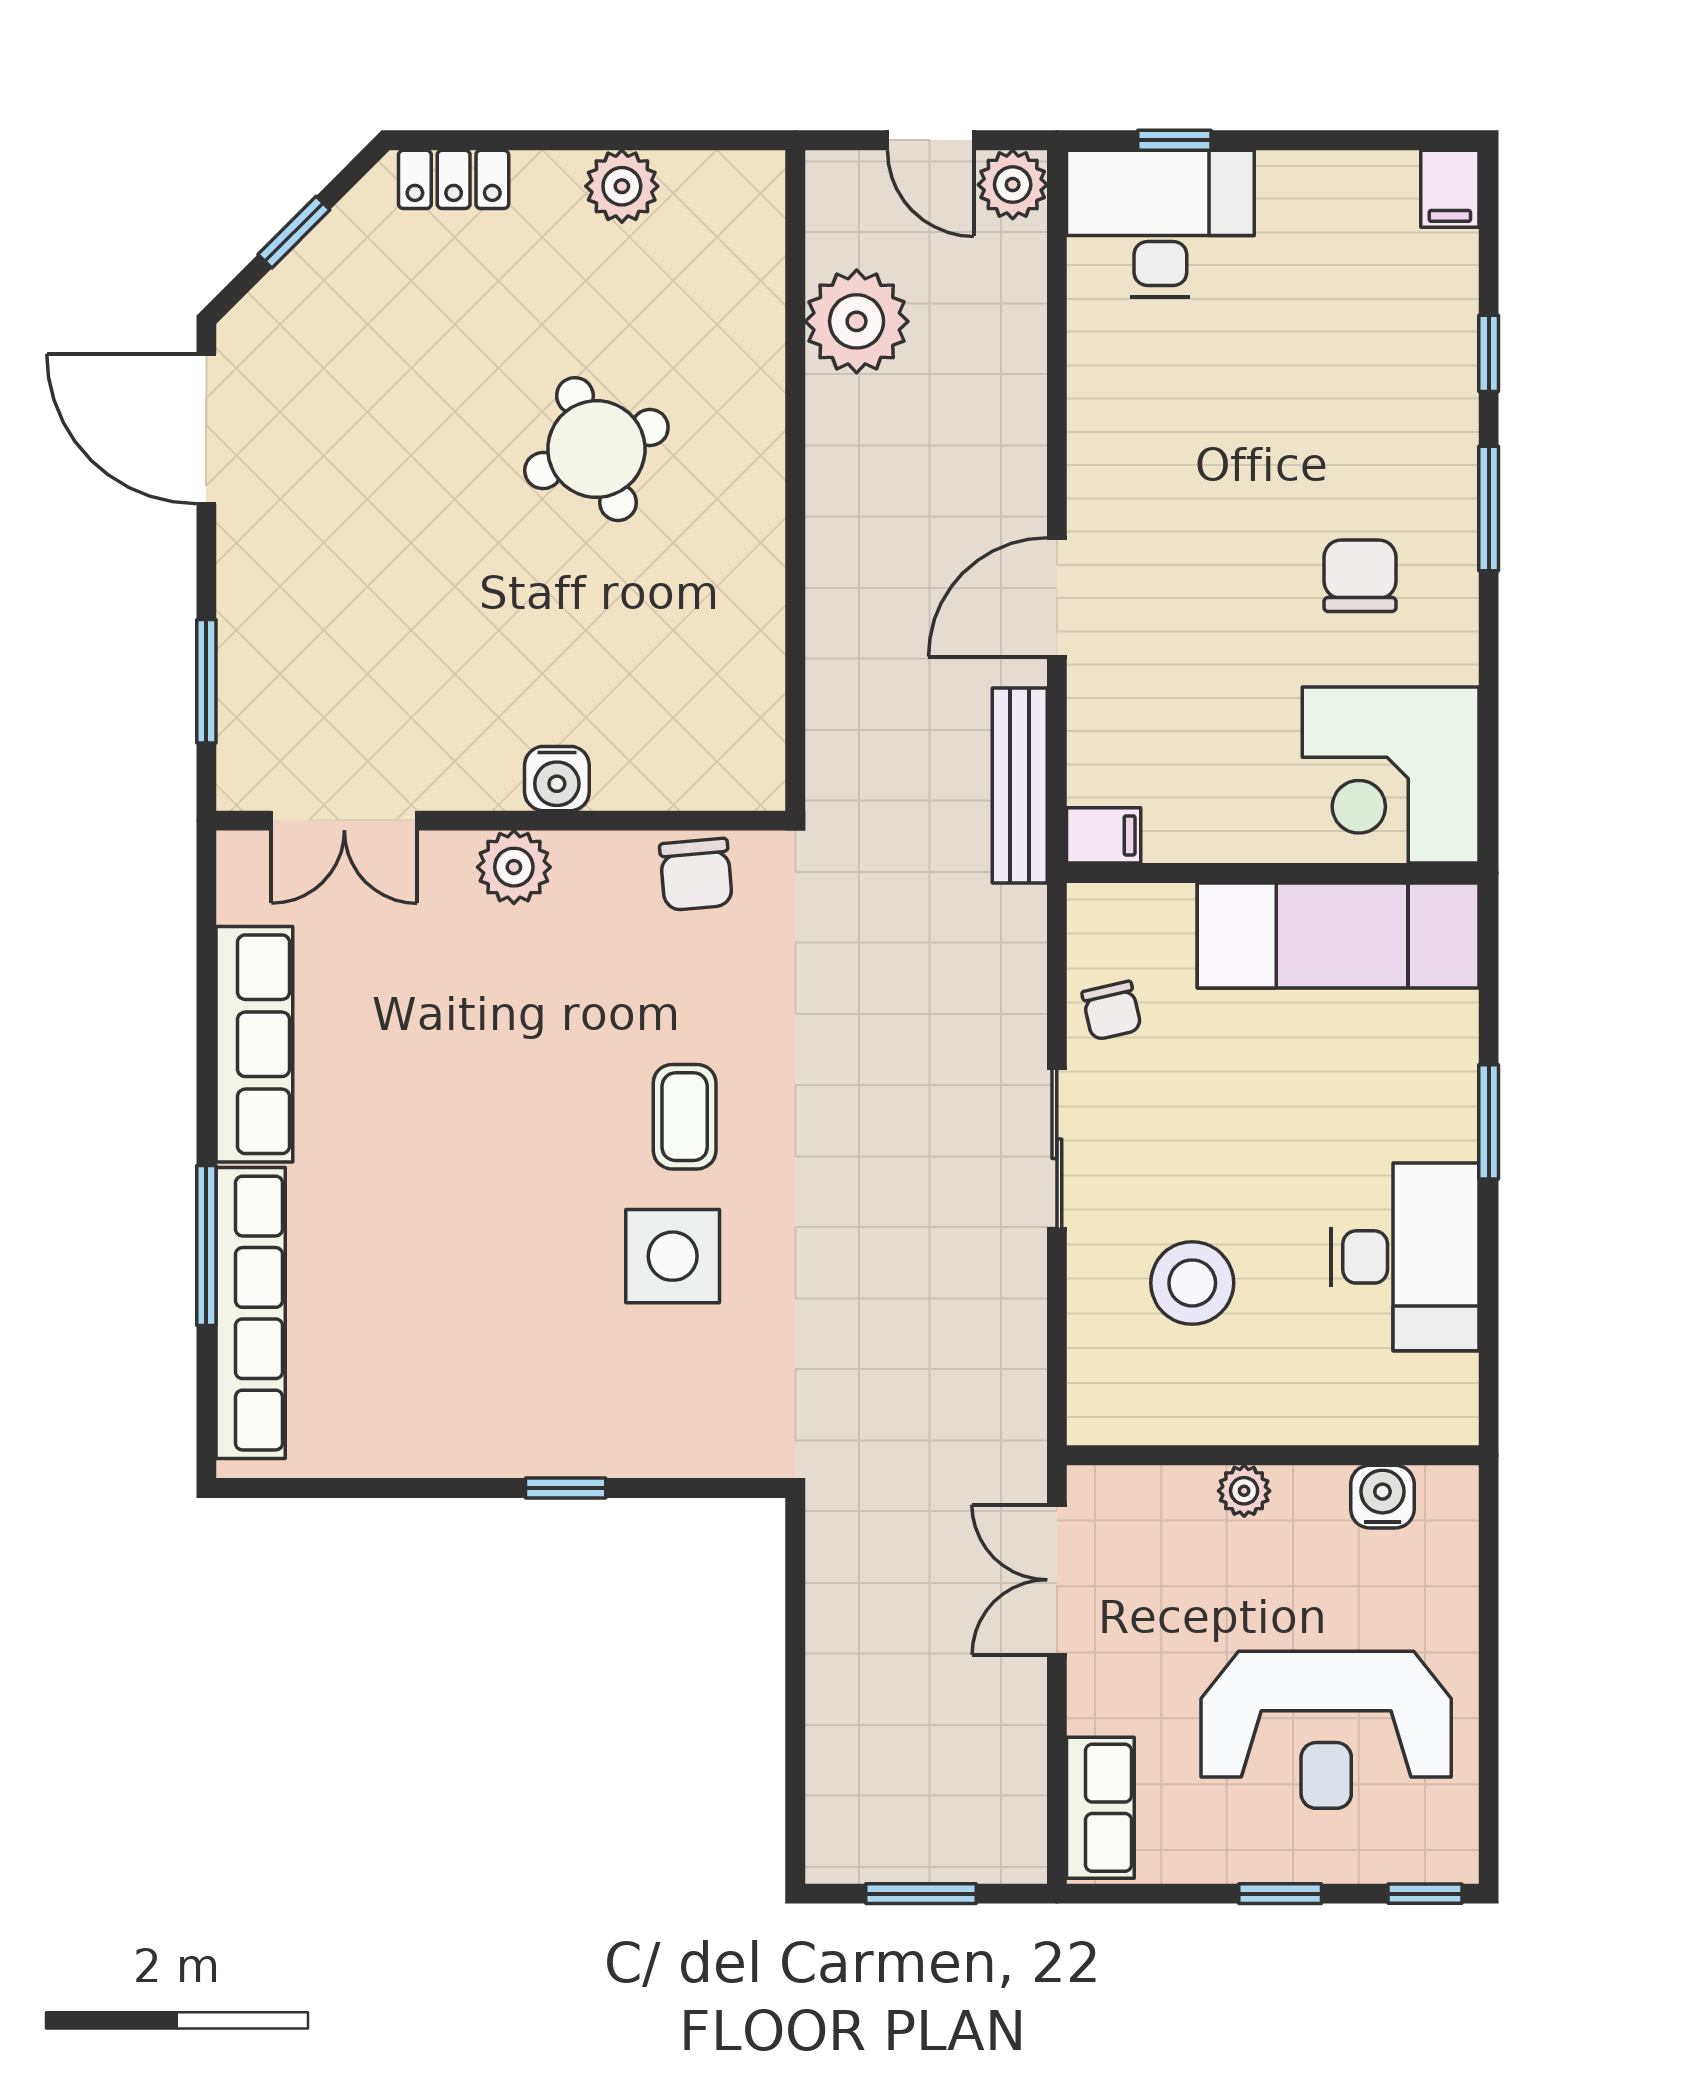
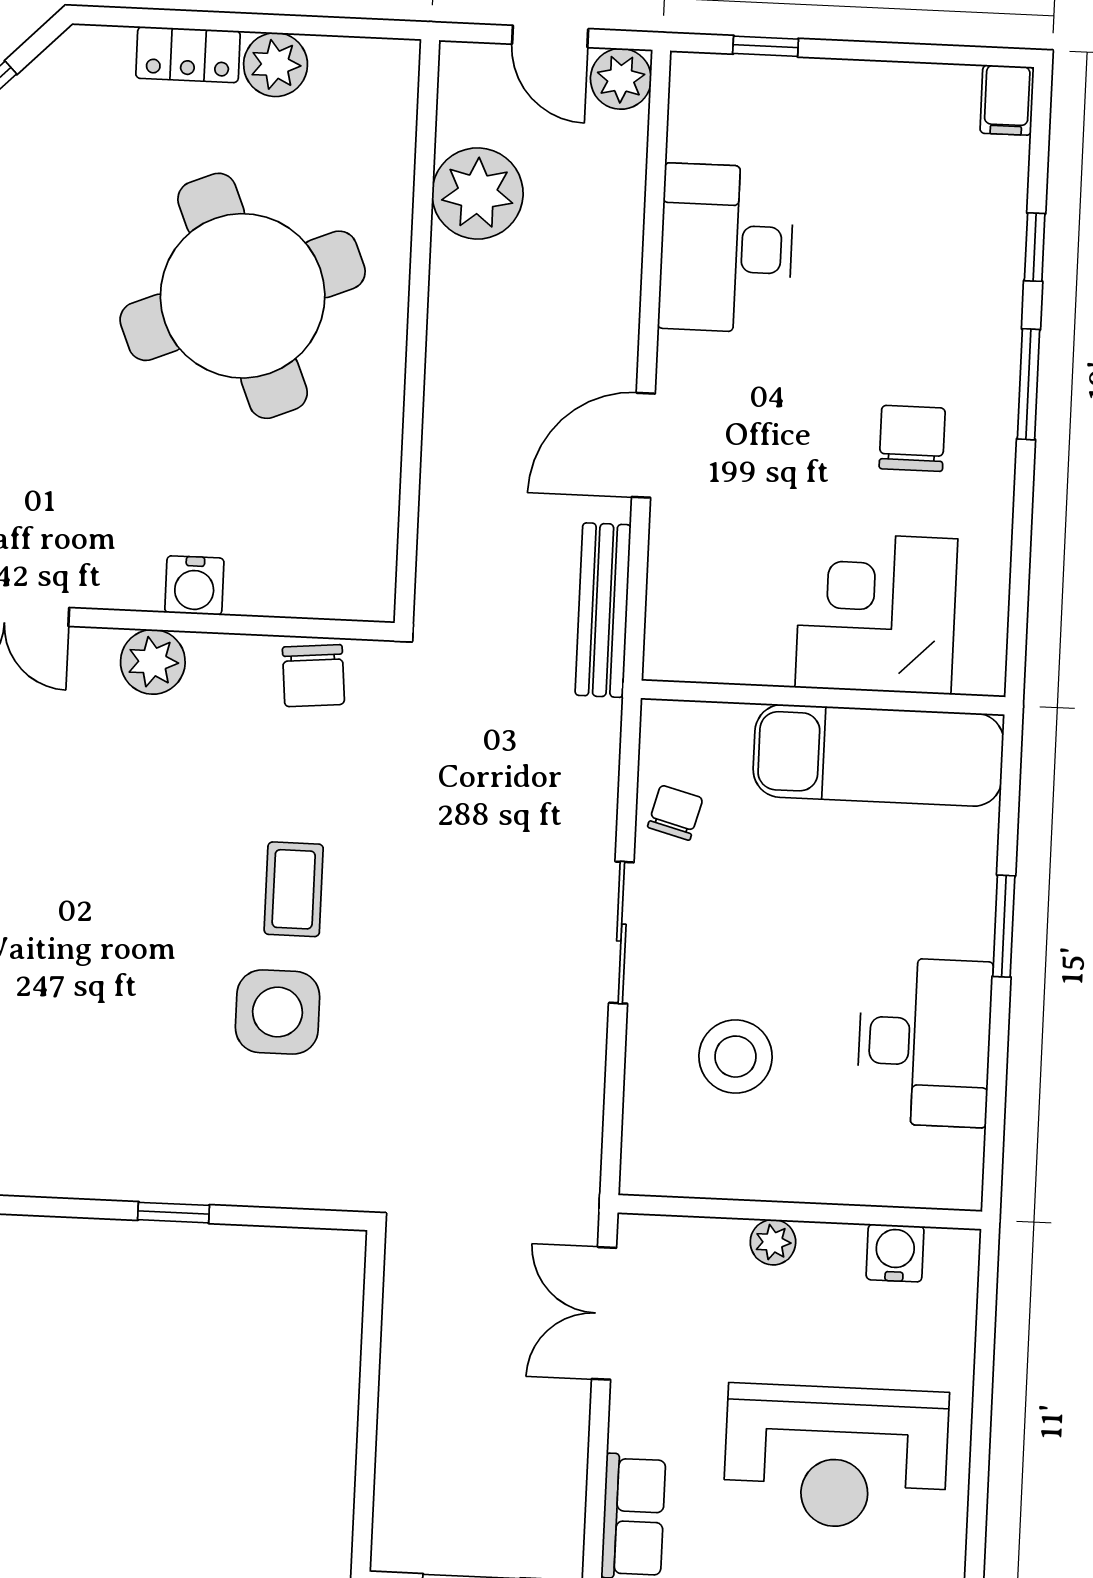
locker: (454, 179) -> (188, 55), moved
desk: (1160, 224) -> (726, 248), moved, turned -90
round table: (596, 449) -> (243, 296), width x1.86, depth x1.86
corner desk: (1391, 775) -> (876, 613), moved, turned 90
filing cabinet: (1104, 835) -> (675, 658), removed
chair: (1112, 1011) -> (675, 813), turned -152

